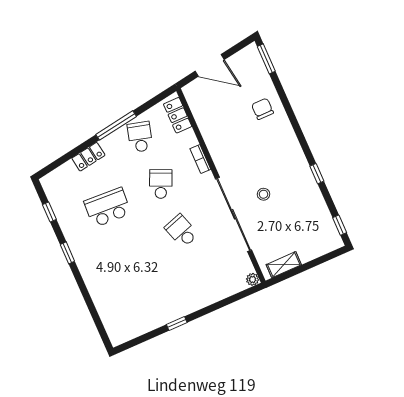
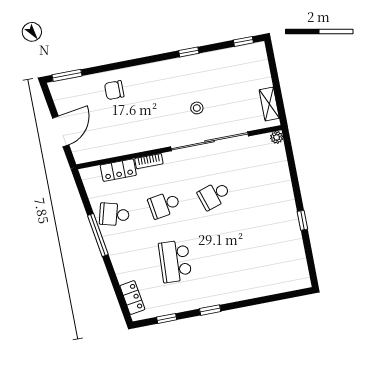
locker: (178, 115) -> (118, 170), moved
locker: (88, 157) -> (132, 298), moved
school desk: (161, 184) -> (164, 205), turned -33

